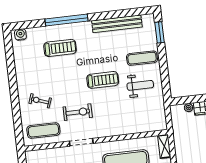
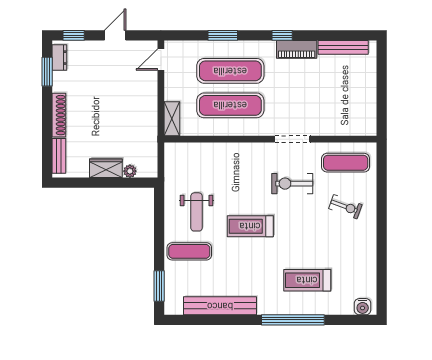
weight bench: (140, 85) -> (197, 212), turned -90

